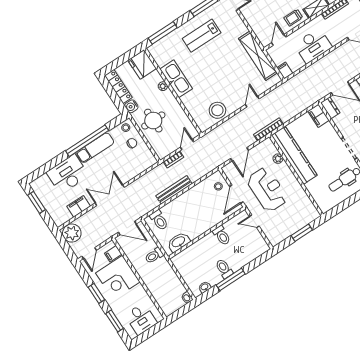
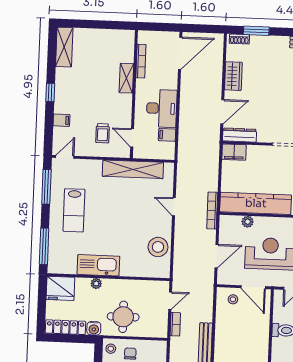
trolley: (293, 18) -> (103, 133), moved
filing cabinet: (285, 71) -> (167, 135), moved
dresser: (330, 108) -> (240, 135), width x1.44
door: (187, 145) -> (170, 301), swing flipped
door: (240, 154) -> (217, 256), hinge flipped

